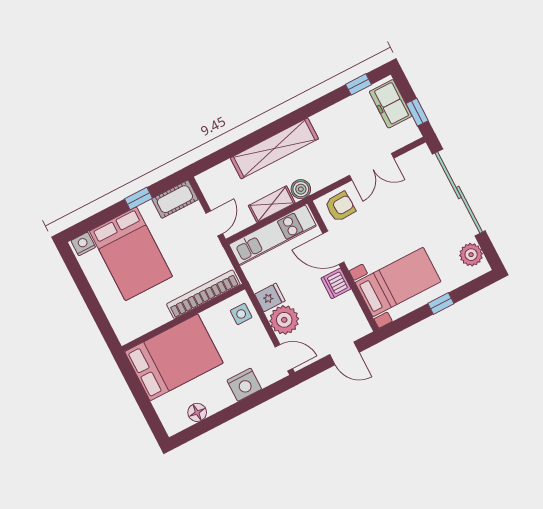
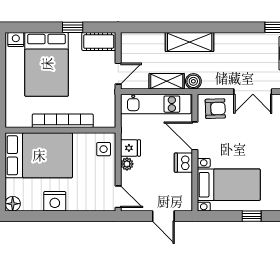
shelving: (274, 148) -> (190, 42), width x0.68
bookcase: (203, 294) -> (63, 121), moved
plant: (284, 320) -> (127, 164), width x0.53, depth x0.53
nightstand: (244, 385) -> (55, 201), moved
floor lamp: (197, 412) -> (13, 204), moved

